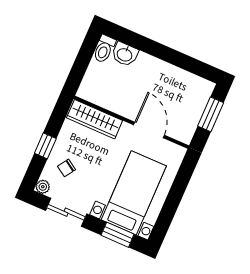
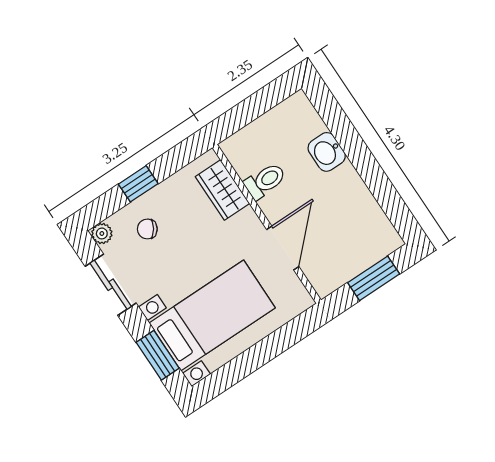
toilet: (104, 49) -> (265, 181), moved, turned 180
washbasin: (125, 54) -> (327, 152), moved
wardrobe: (95, 119) -> (223, 190), width x0.67

